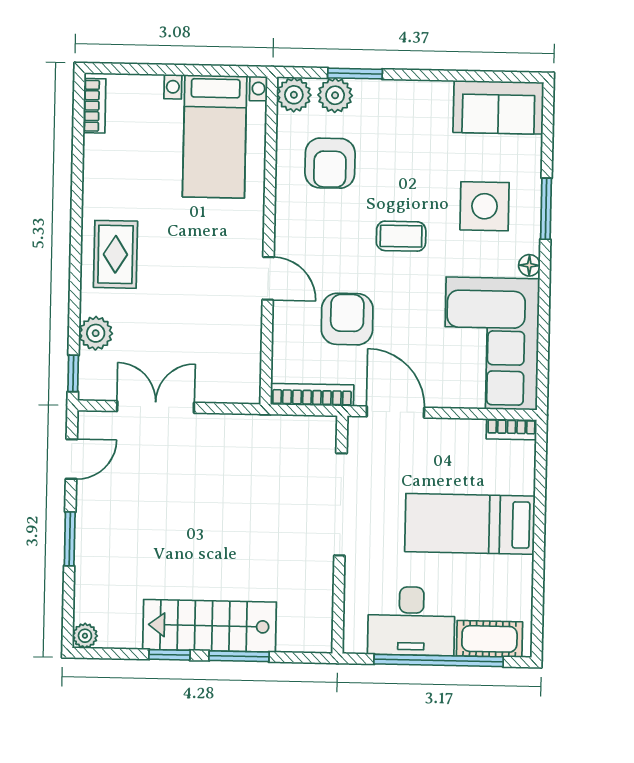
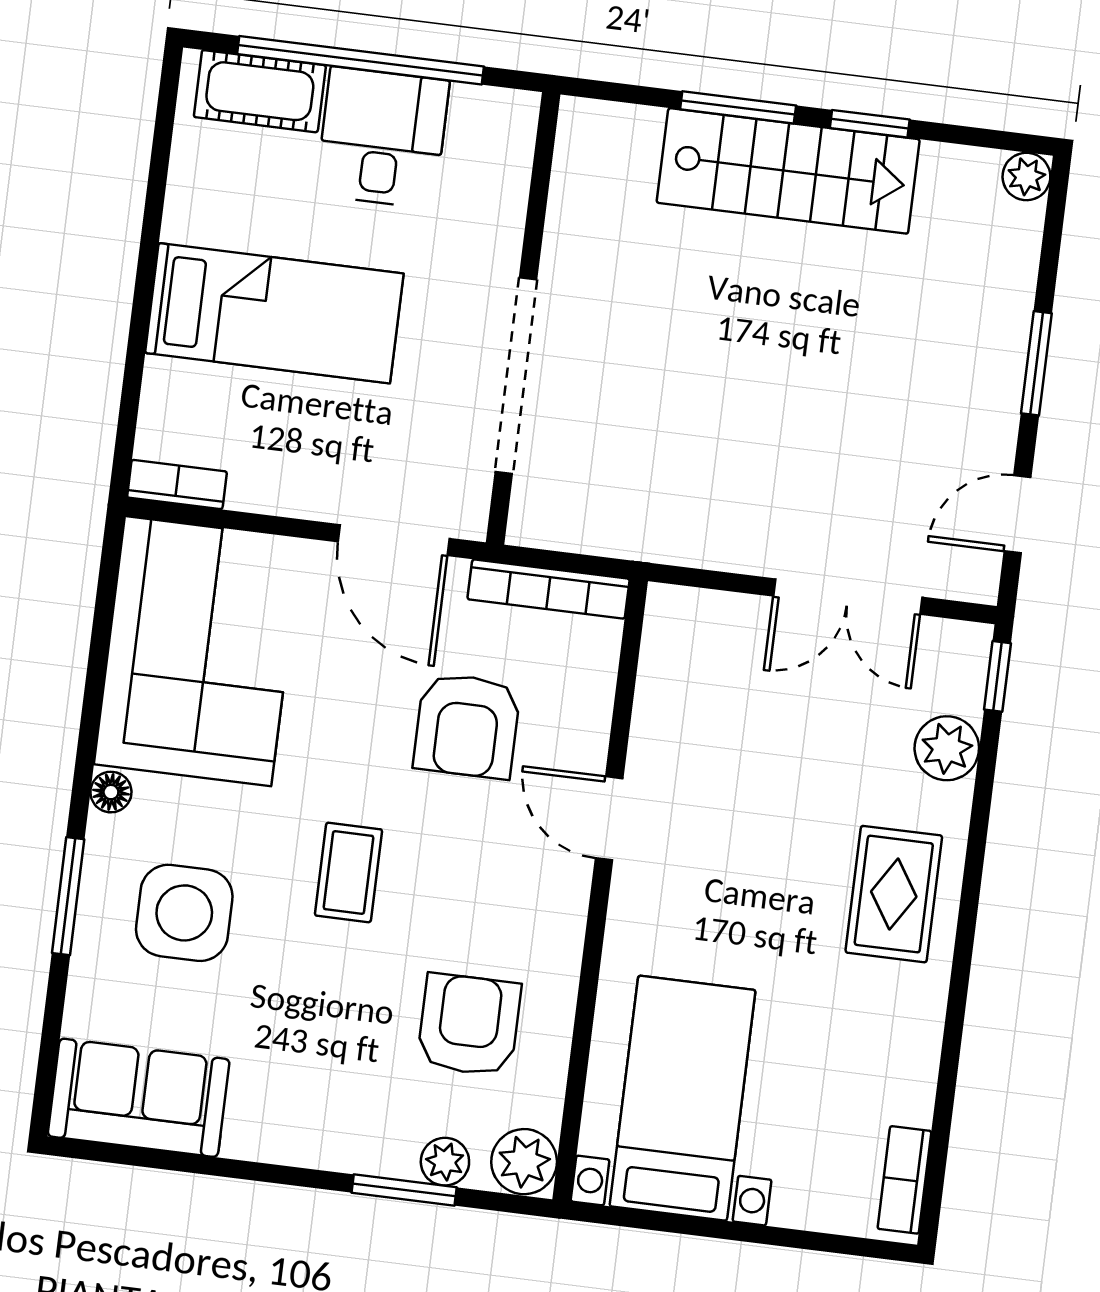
plant: (335, 95) -> (445, 1162), width x0.73, depth x0.73
coffee table: (401, 236) -> (349, 872), turned 90
desk: (411, 621) -> (382, 138), width x0.73

